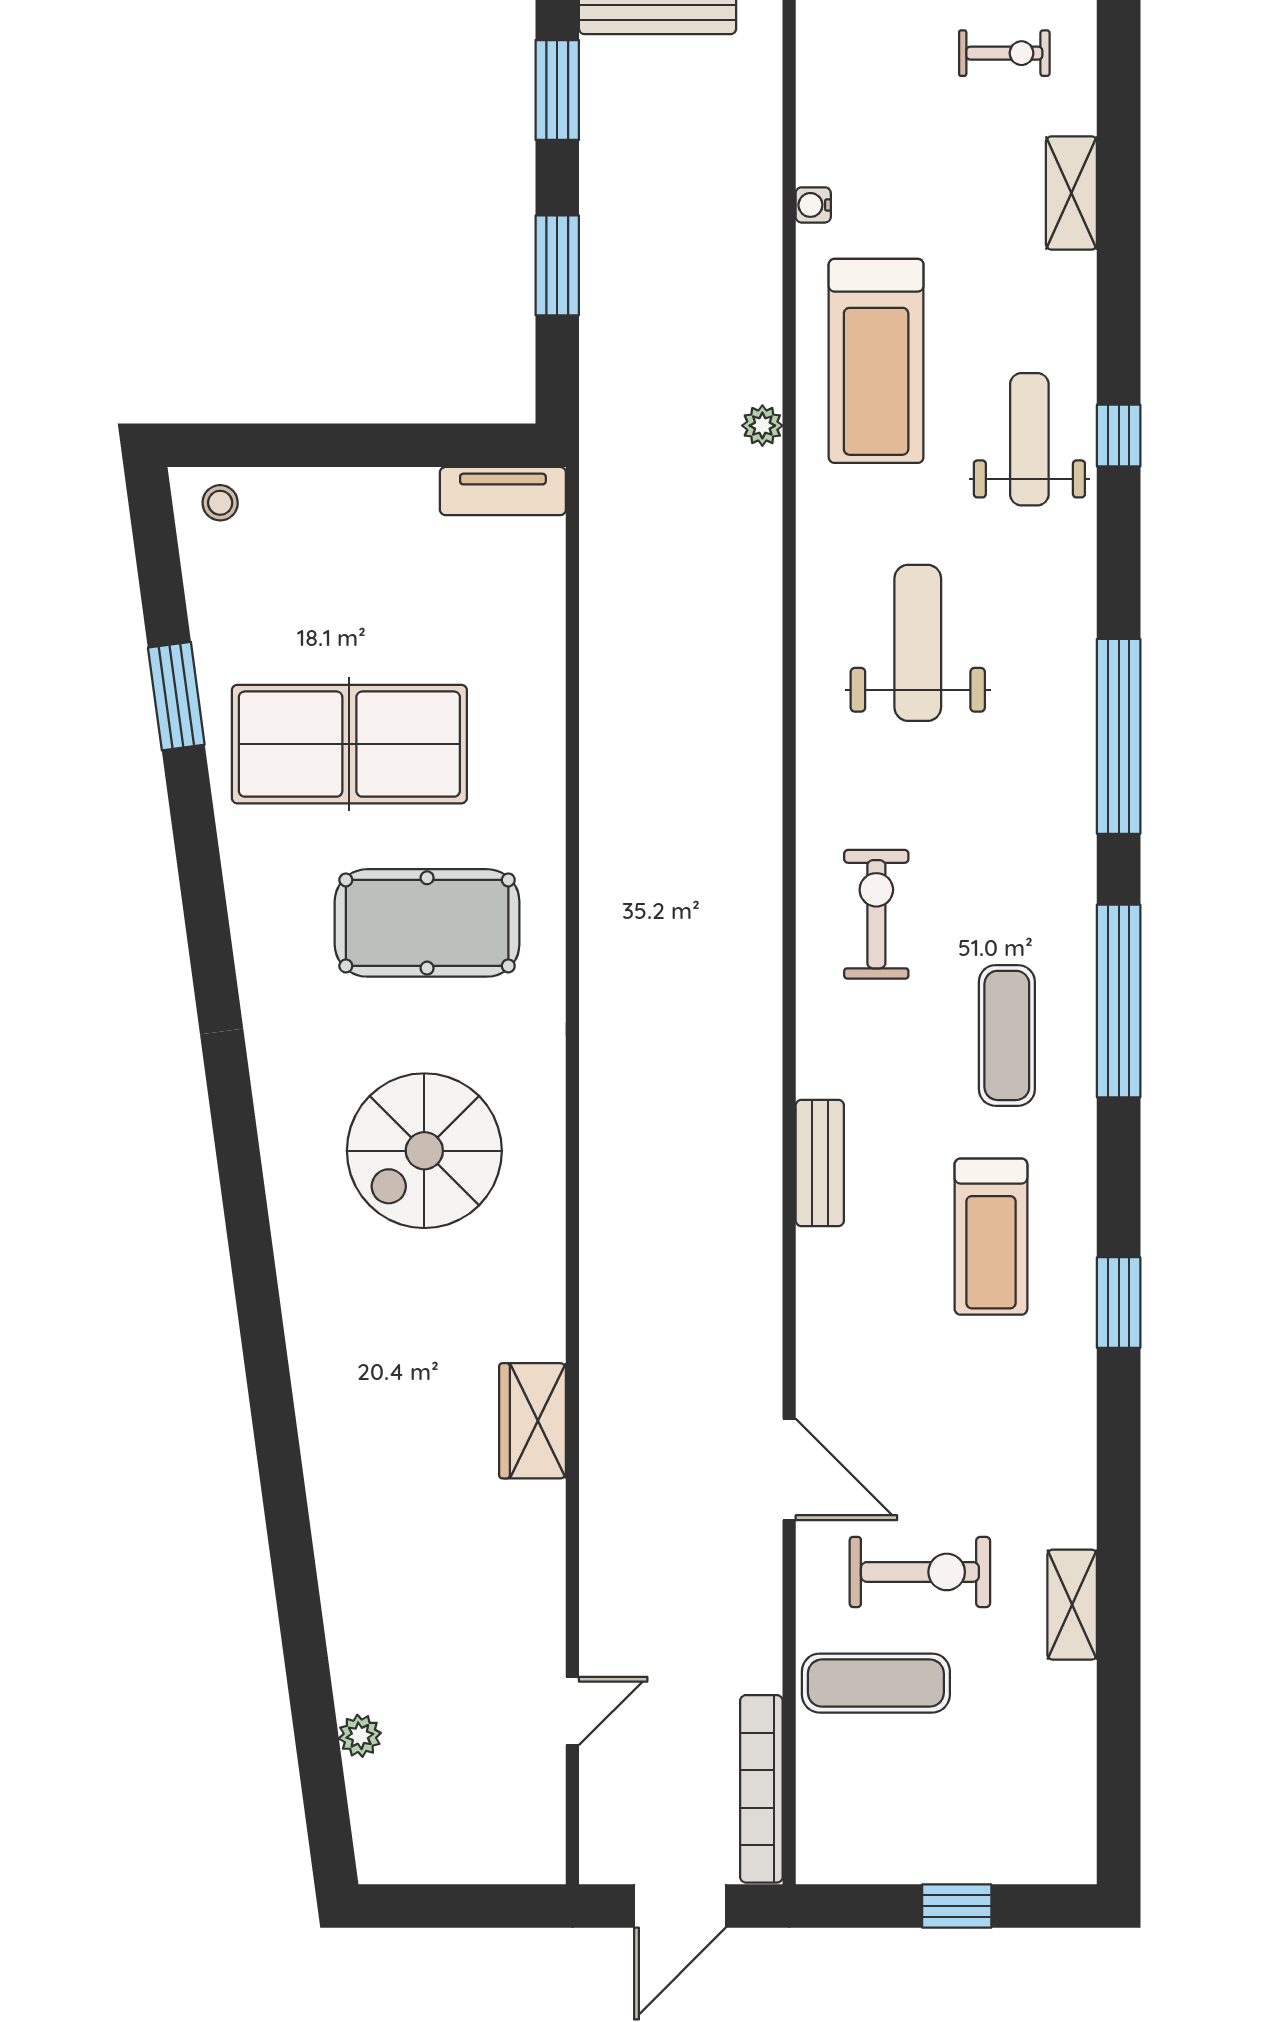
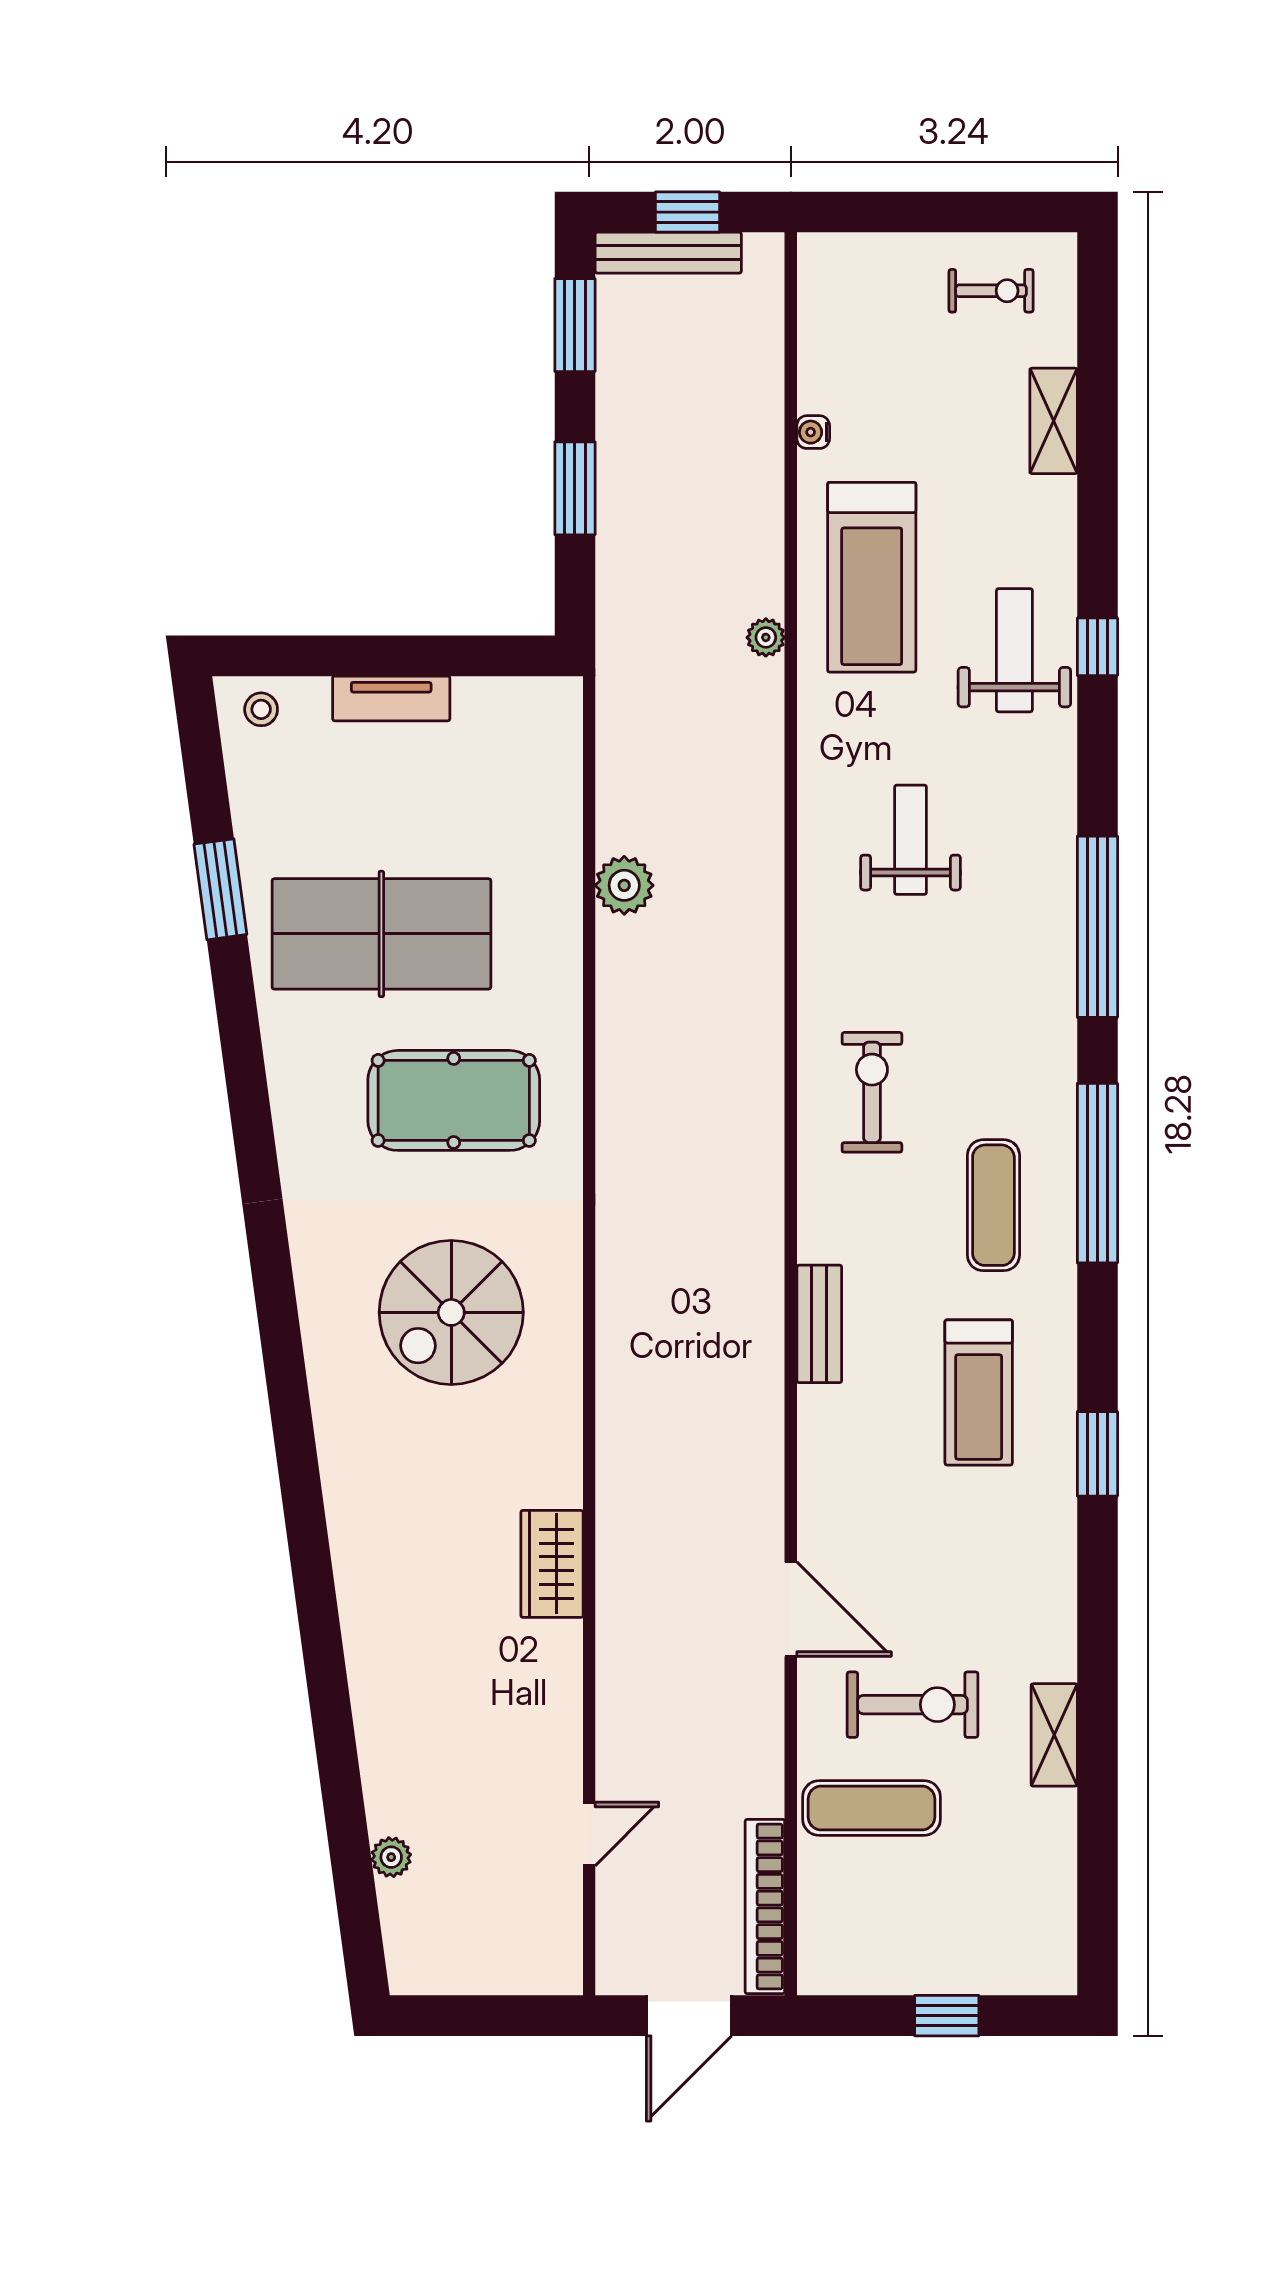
tv unit: (503, 491) -> (391, 698), moved
weight bench: (918, 643) -> (911, 840), width x0.73, depth x0.75
plant: (610, 692) -> (624, 885), added

